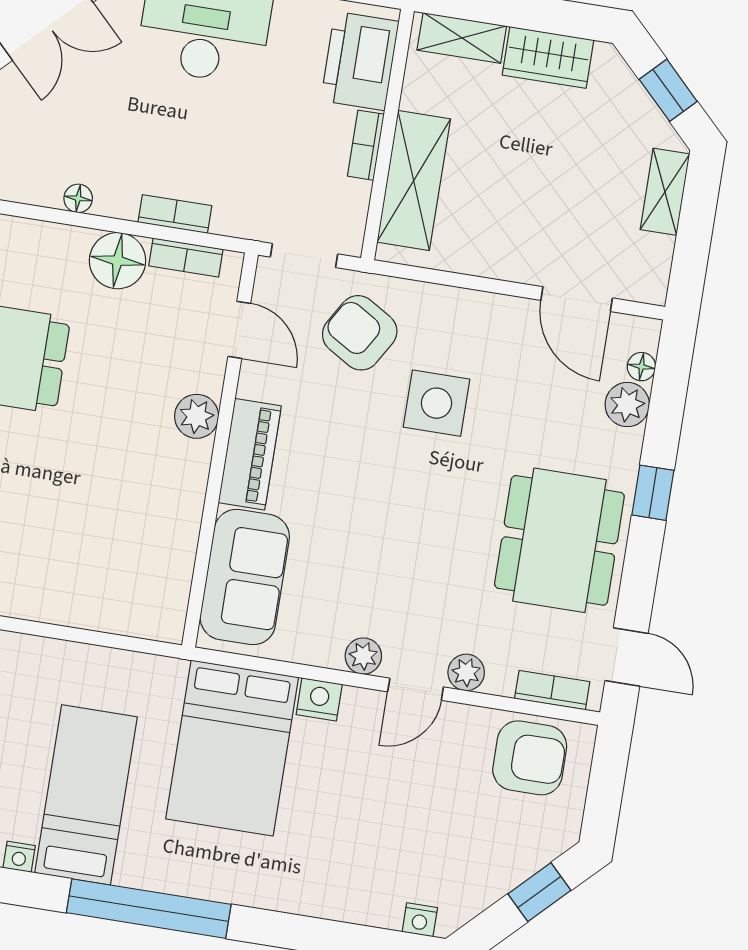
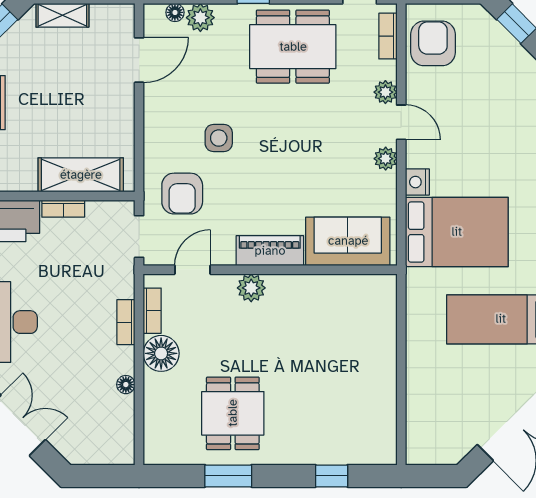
armchair: (360, 333) -> (182, 194), turned -31
side table: (436, 403) -> (219, 138), width x0.73, depth x0.73

